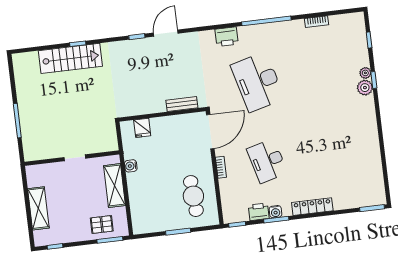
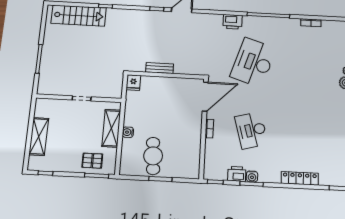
stairs: (70, 58) -> (79, 16), moved
desk: (258, 82) -> (253, 62), turned 33
bench: (182, 104) -> (160, 68), moved
fridge: (142, 128) -> (133, 83), moved
water cooler: (131, 166) -> (128, 132), moved
cafe table: (193, 196) -> (153, 156), moved
locker: (312, 207) -> (300, 178), moved

